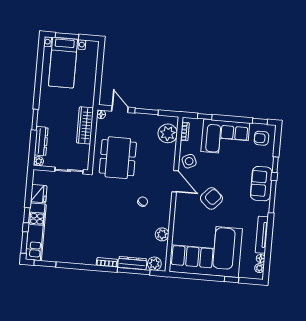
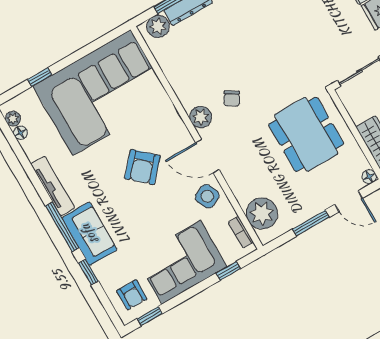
armchair: (261, 138) -> (132, 295), turned 90
plant: (162, 234) -> (201, 117), moved
tv unit: (262, 235) -> (53, 186), moved

